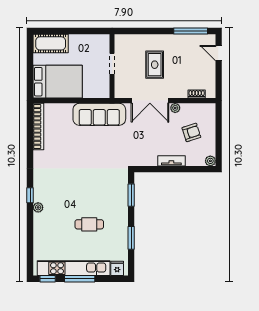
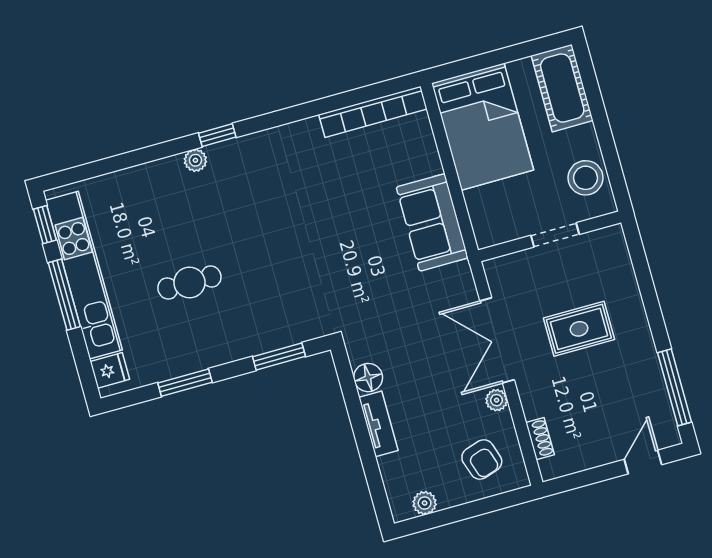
stool: (91, 44) -> (586, 178), added
sofa: (99, 114) -> (432, 222), width x0.73
armchair: (191, 132) -> (482, 459), moved
floor lamp: (151, 160) -> (368, 378), added
plant: (210, 161) -> (425, 503), moved
cafe table: (89, 224) -> (189, 283), turned 90

